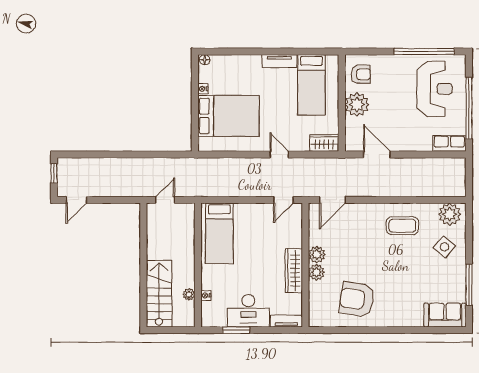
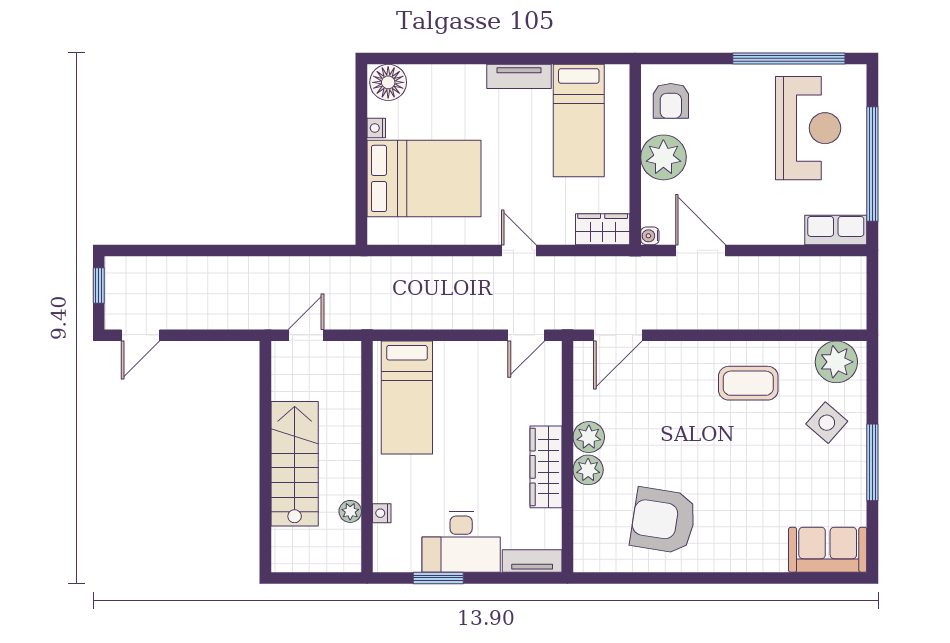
floor lamp: (205, 60) -> (388, 82), width x1.89, depth x1.89
armchair: (361, 74) -> (671, 101), turned 90
water cooler: (350, 147) -> (650, 236), added
window: (469, 285) -> (872, 462), moved
stairs: (159, 294) -> (295, 464), moved

